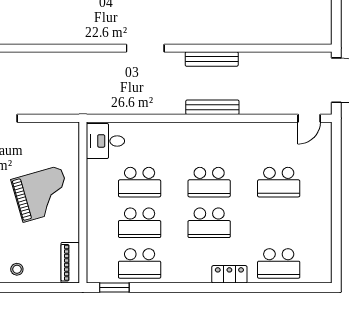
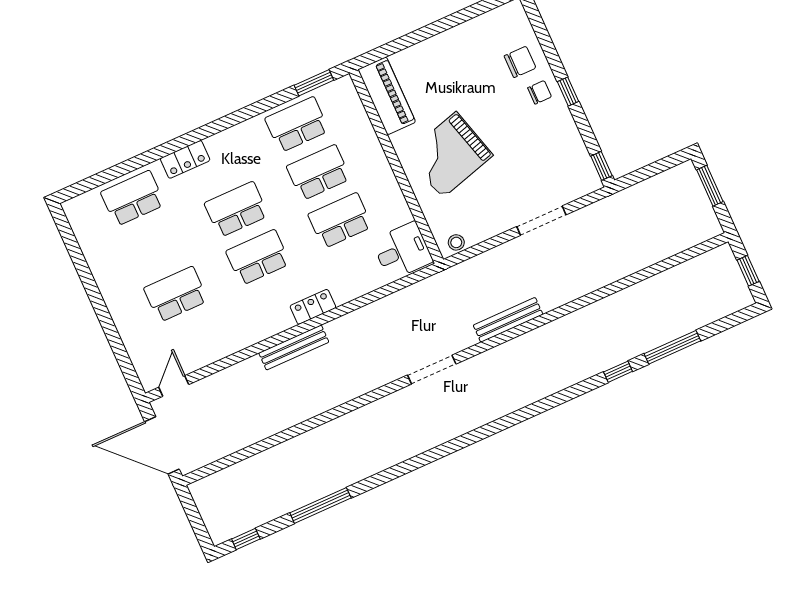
doorway: (145, 48) -> (432, 370), moved
bench: (212, 59) -> (508, 320), moved
locker: (186, 130) -> (313, 307), added
piano: (70, 263) -> (387, 96), width x1.37, depth x1.33
stool: (17, 269) -> (456, 242), moved

